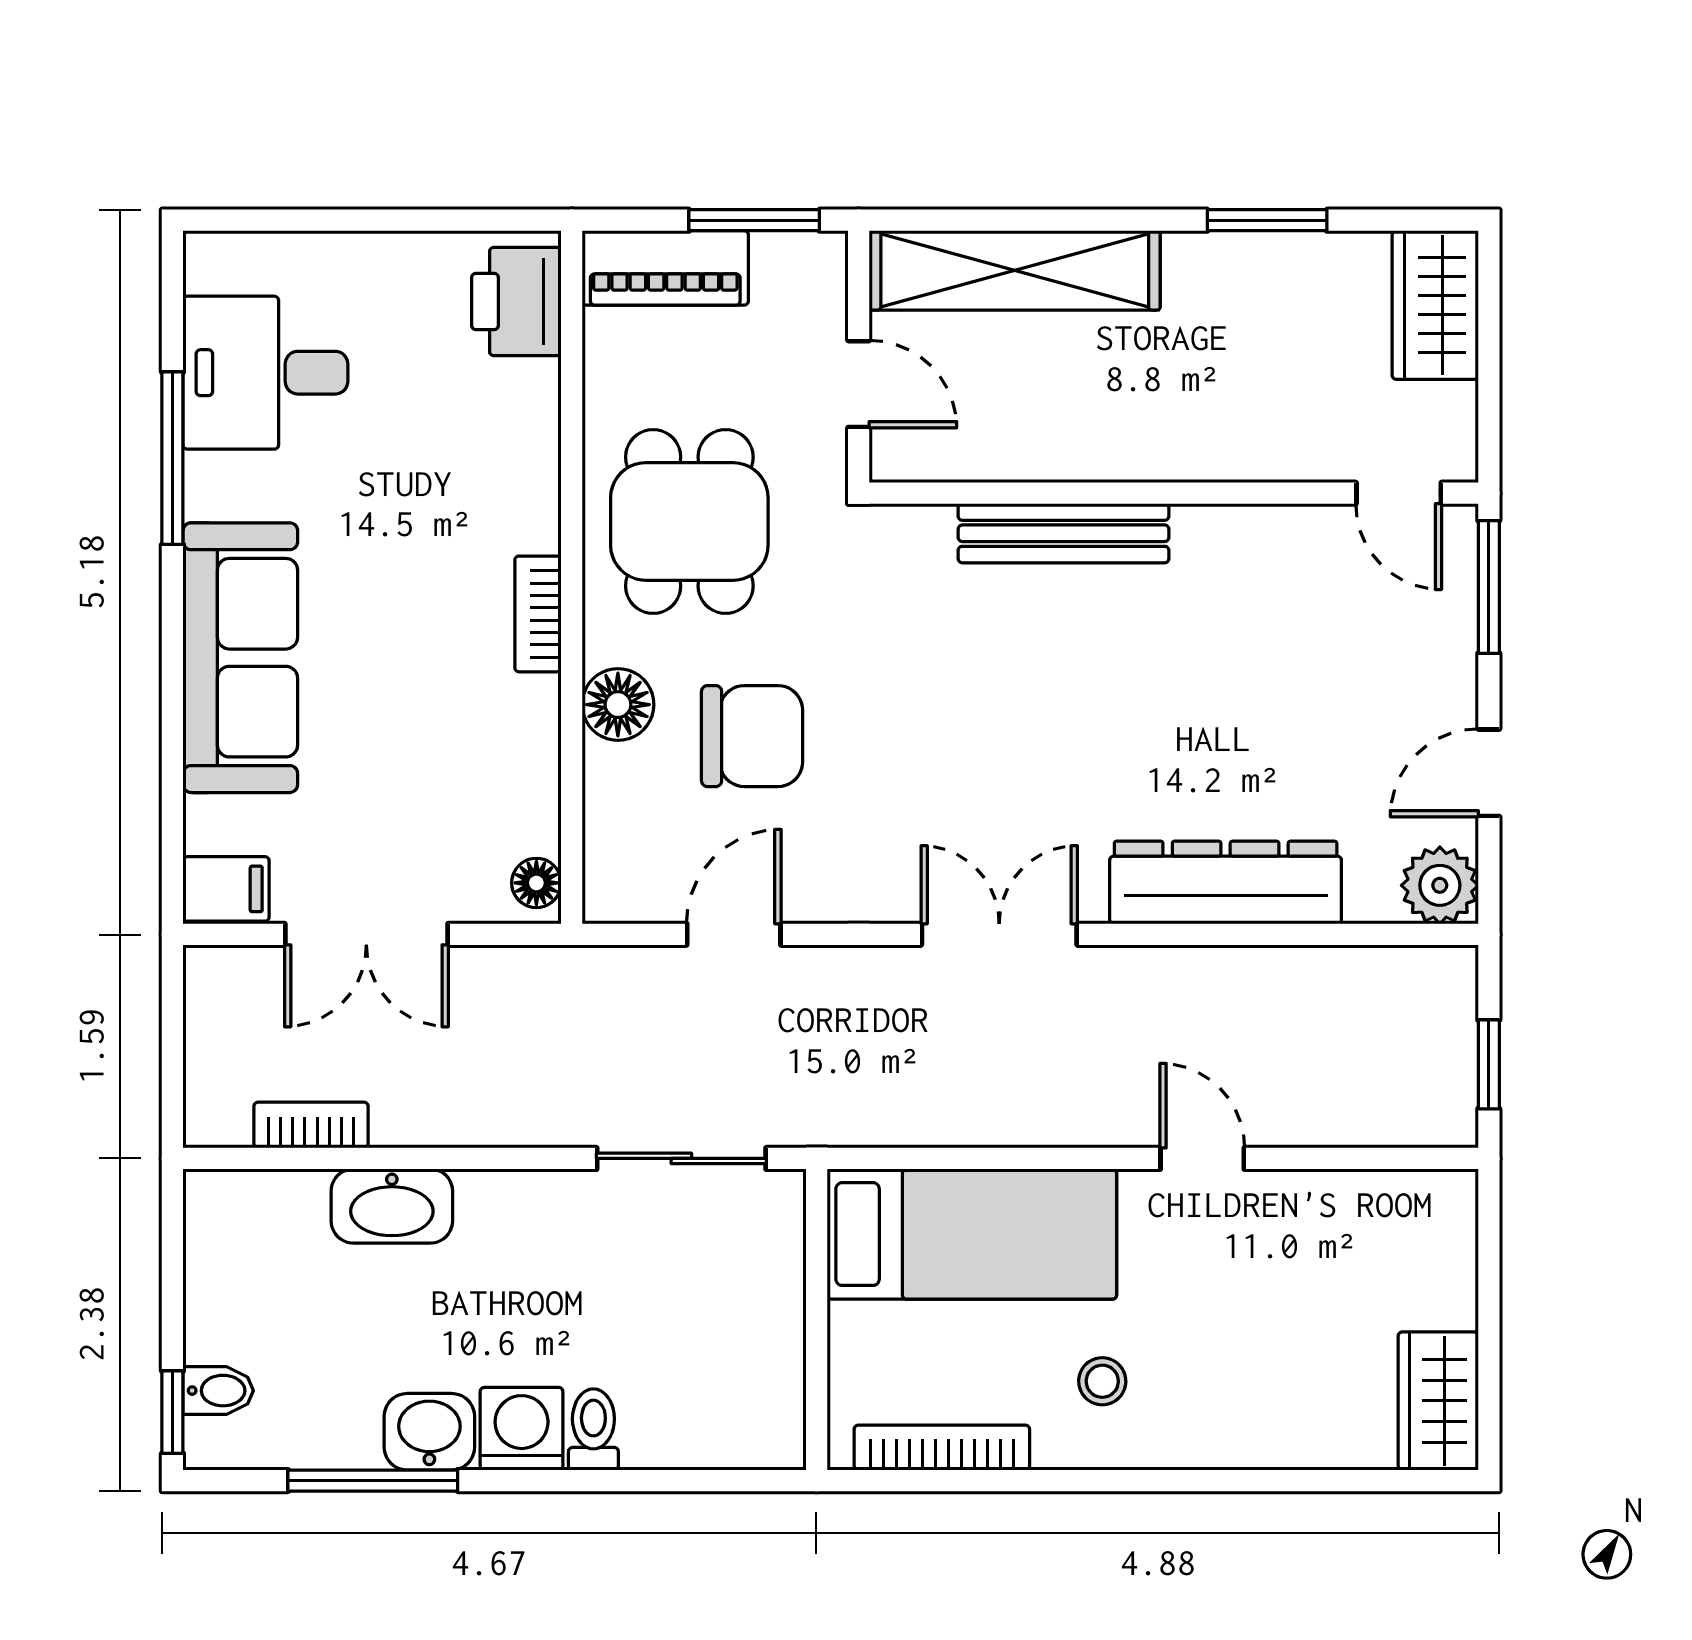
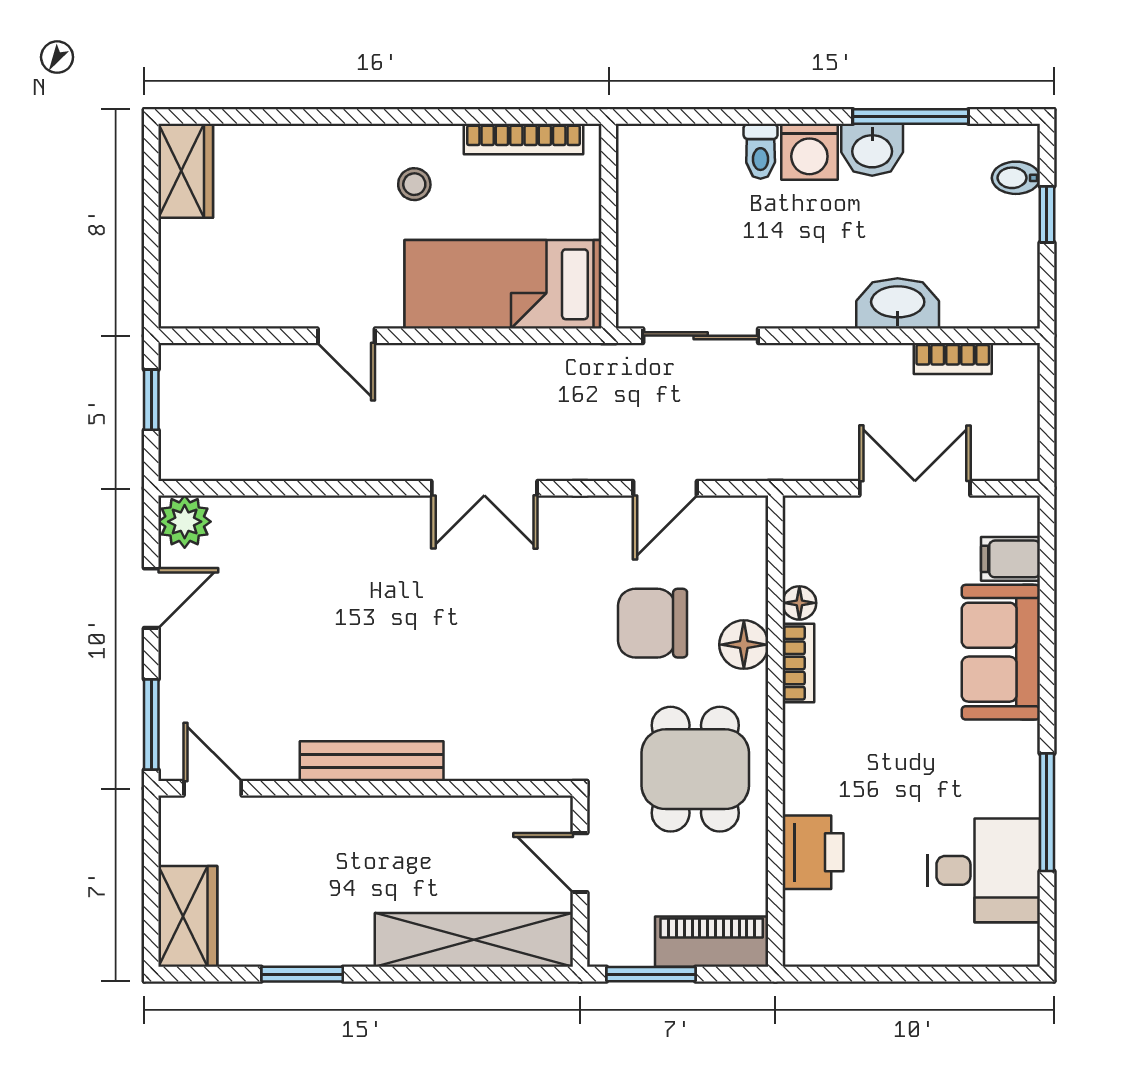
printer: (516, 302) -> (813, 852), moved
bench: (1064, 533) -> (372, 761), moved
bookcase: (538, 614) -> (798, 663), moved
sofa: (240, 658) -> (1001, 652), width x0.73
floor lamp: (536, 883) -> (799, 603), moved
dresser: (1226, 883) -> (330, 523), removed
filing cabinet: (226, 889) -> (1010, 559), moved
window: (172, 1412) -> (1047, 214), moved

